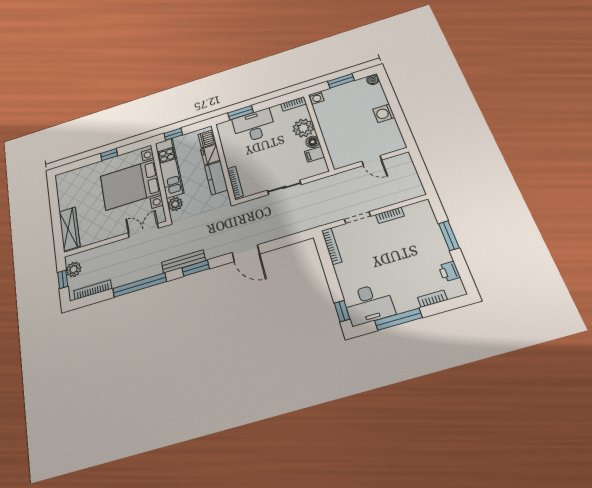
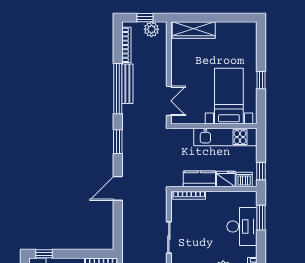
window: (173, 134) -> (261, 171), moved
bed with nightstands: (130, 185) -> (229, 96), width x0.73
plant: (175, 204) -> (186, 135), removed
bench: (183, 261) -> (127, 84), moved

